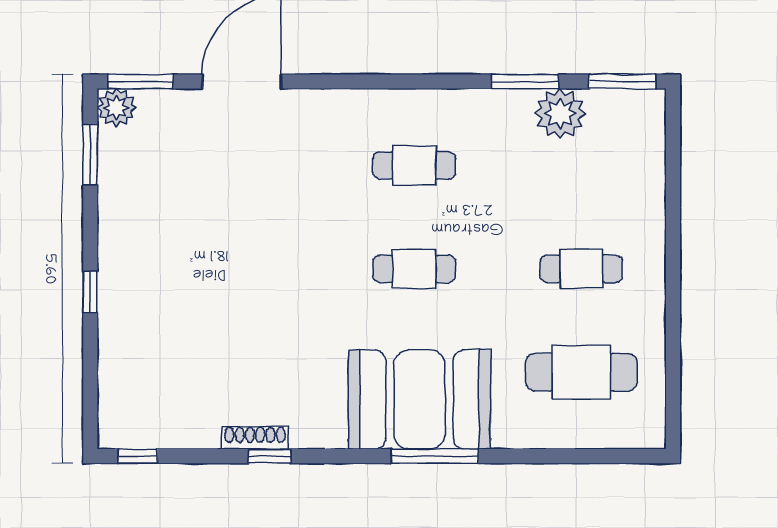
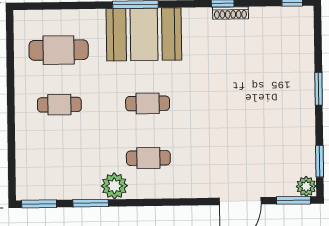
plant: (560, 114) -> (114, 186), moved
window: (90, 292) -> (319, 89), width x1.50

